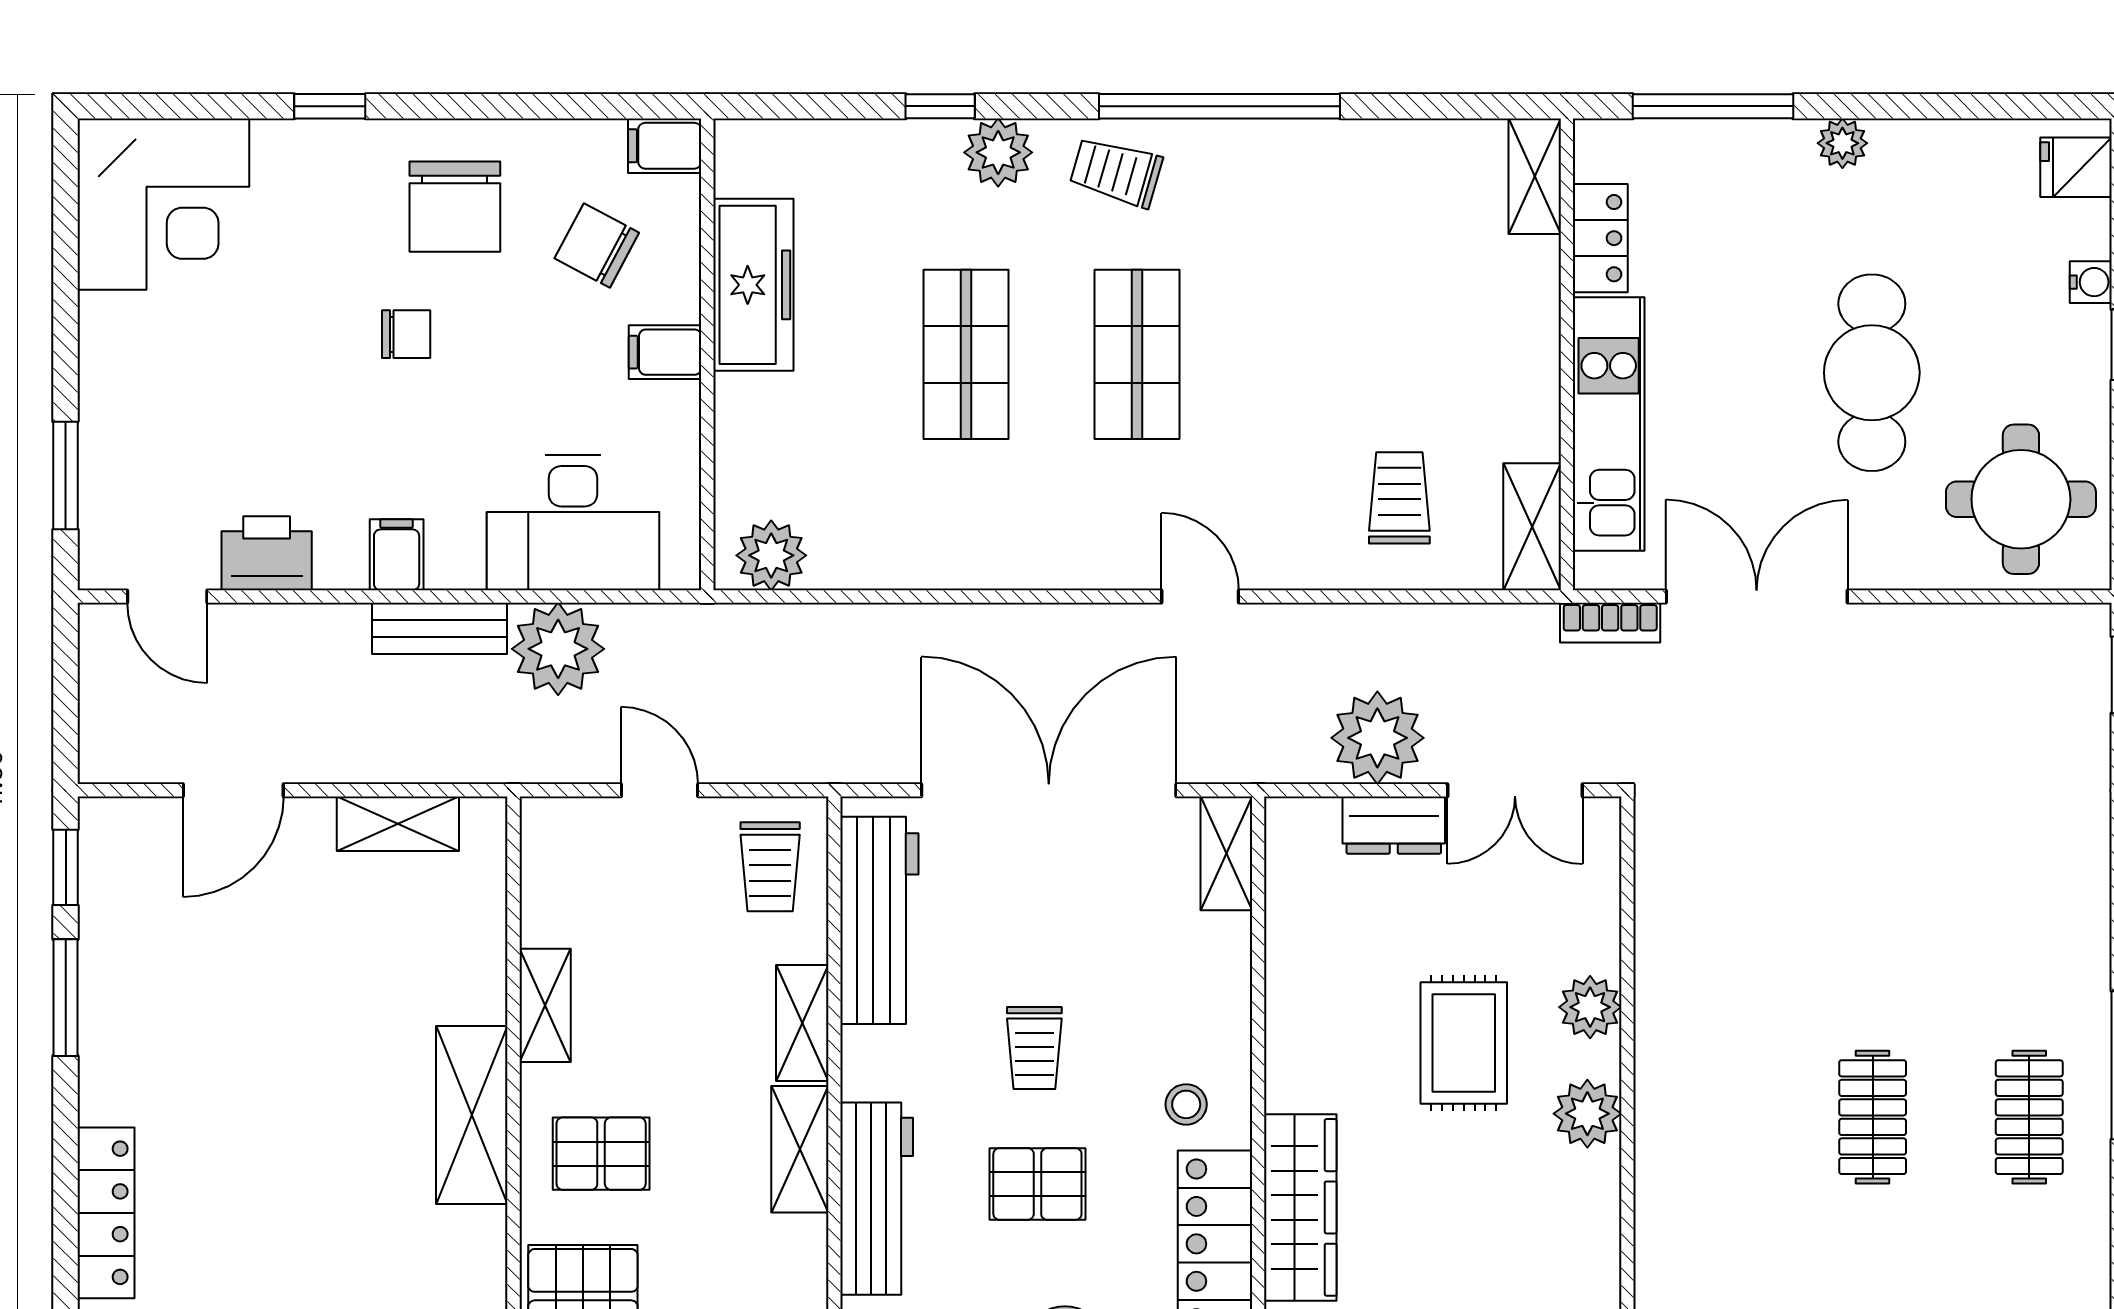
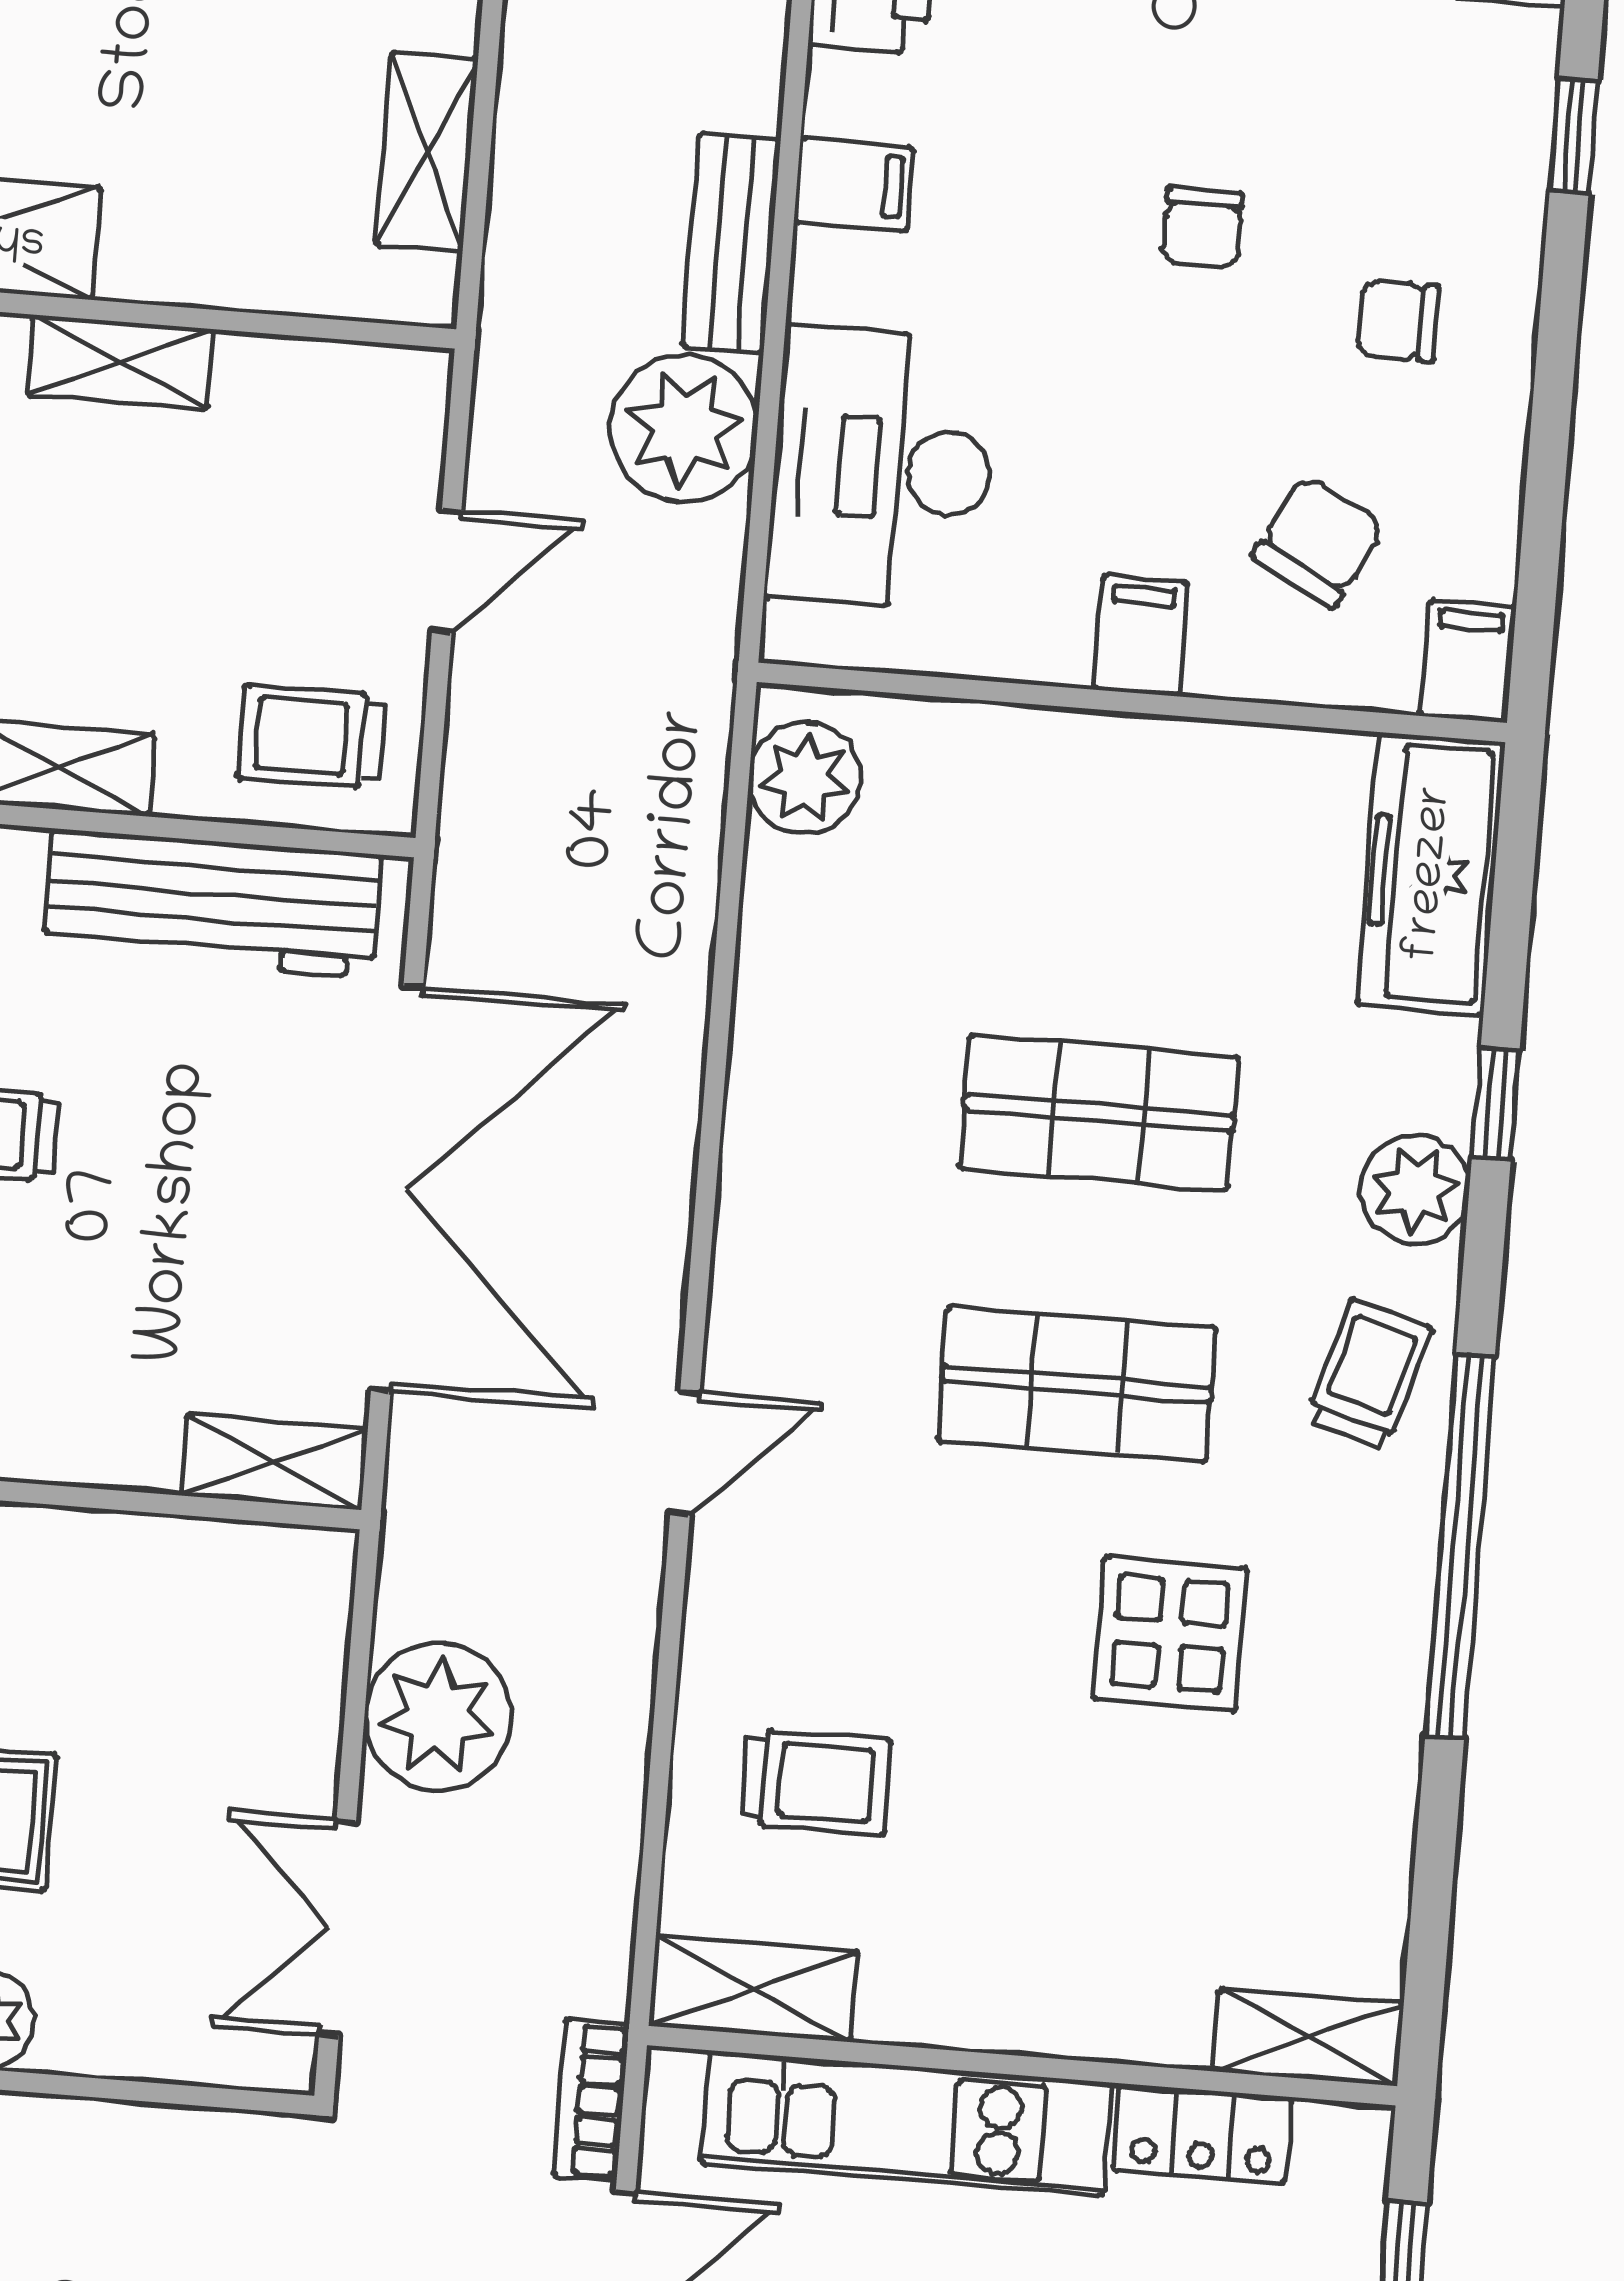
chair: (455, 207) -> (1398, 321), width x0.54, depth x0.54
display table: (1289, 283) -> (1170, 1634), added
freezer: (753, 285) -> (1431, 874), moved, turned 90
dresser: (1394, 825) -> (298, 1731), removed

